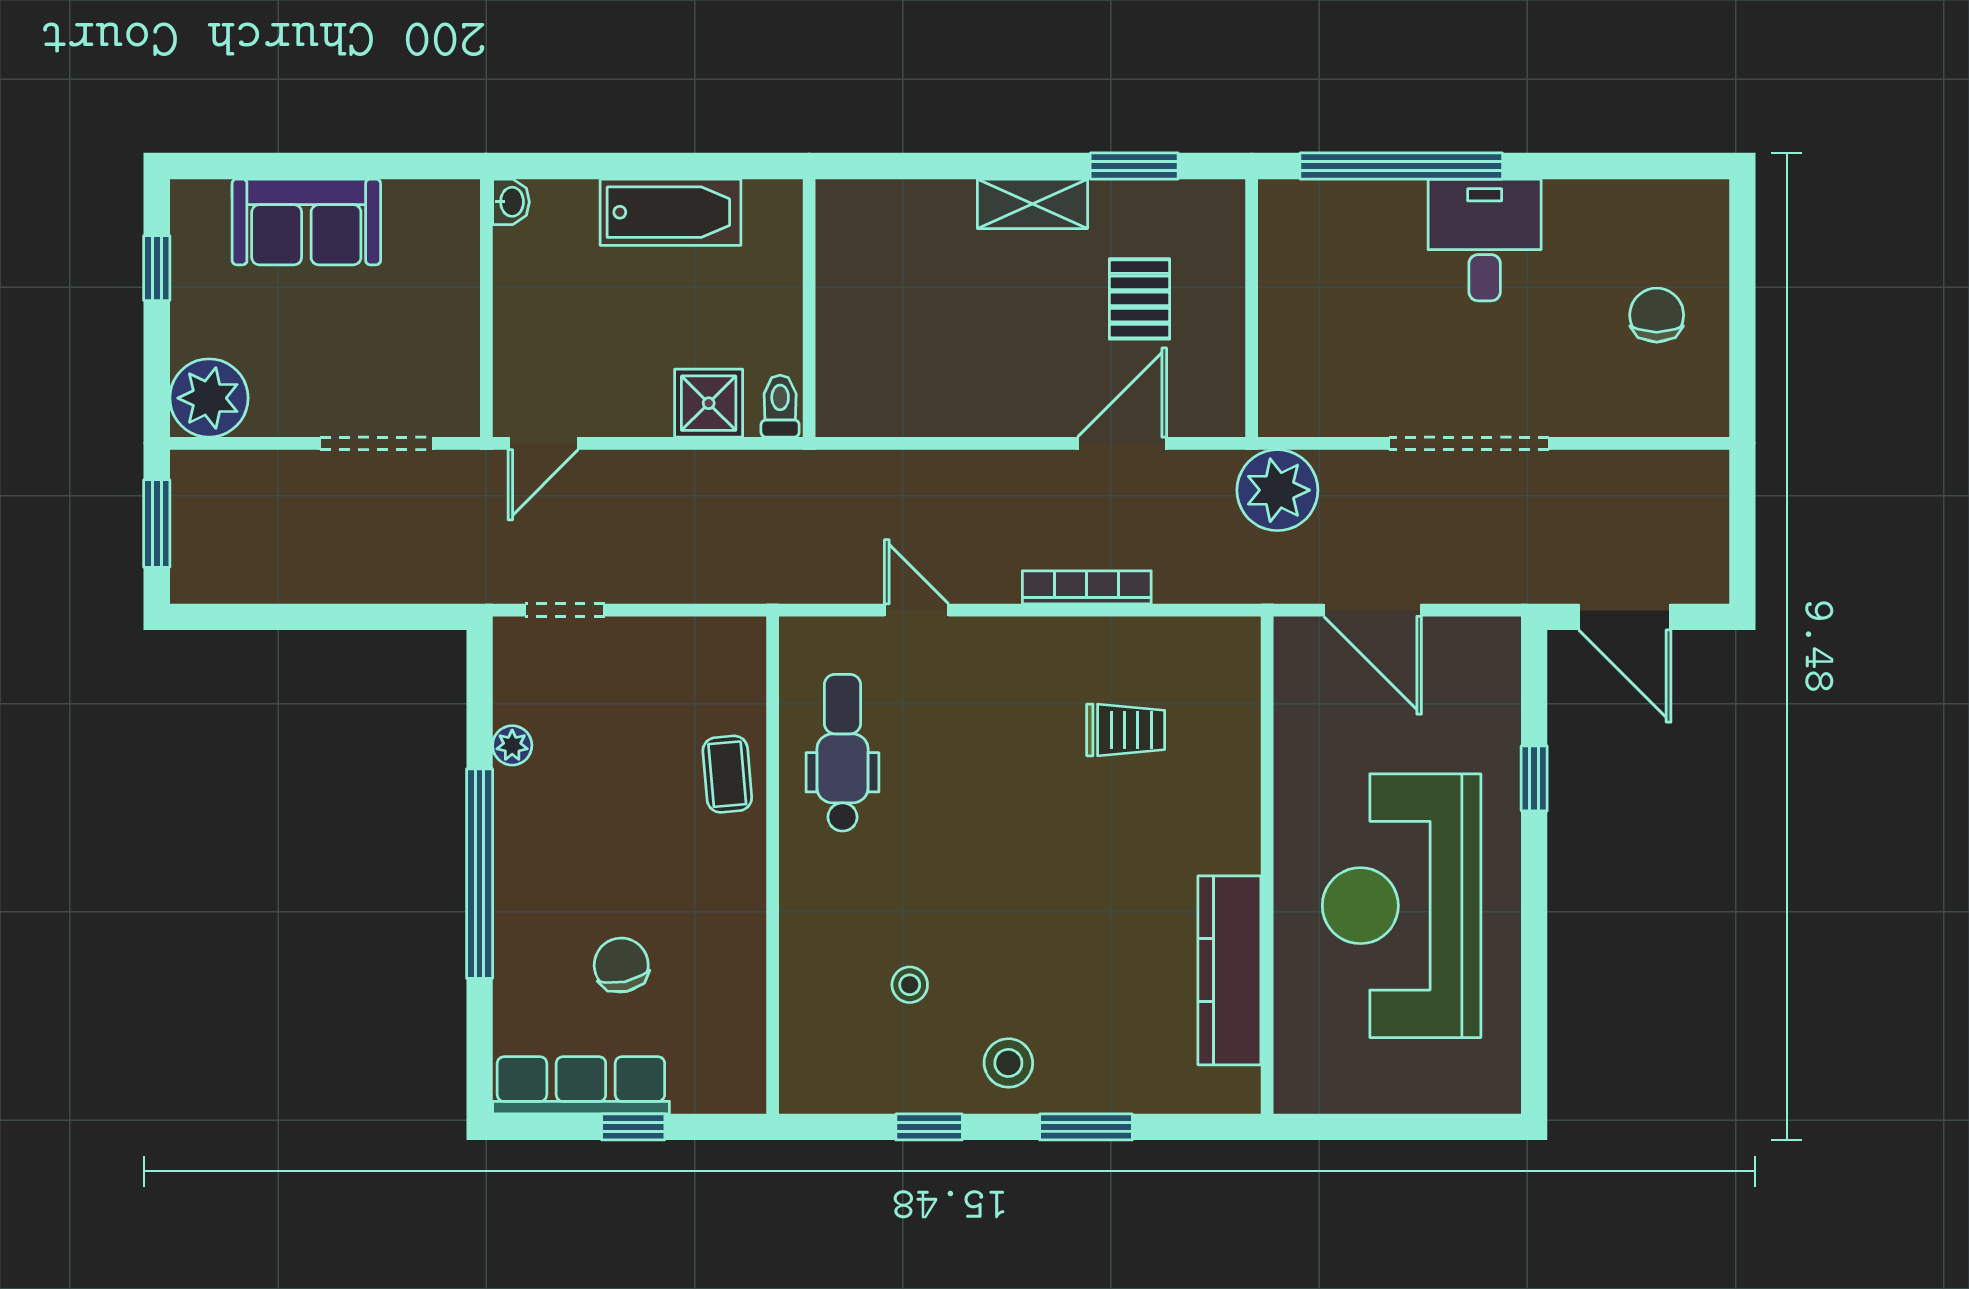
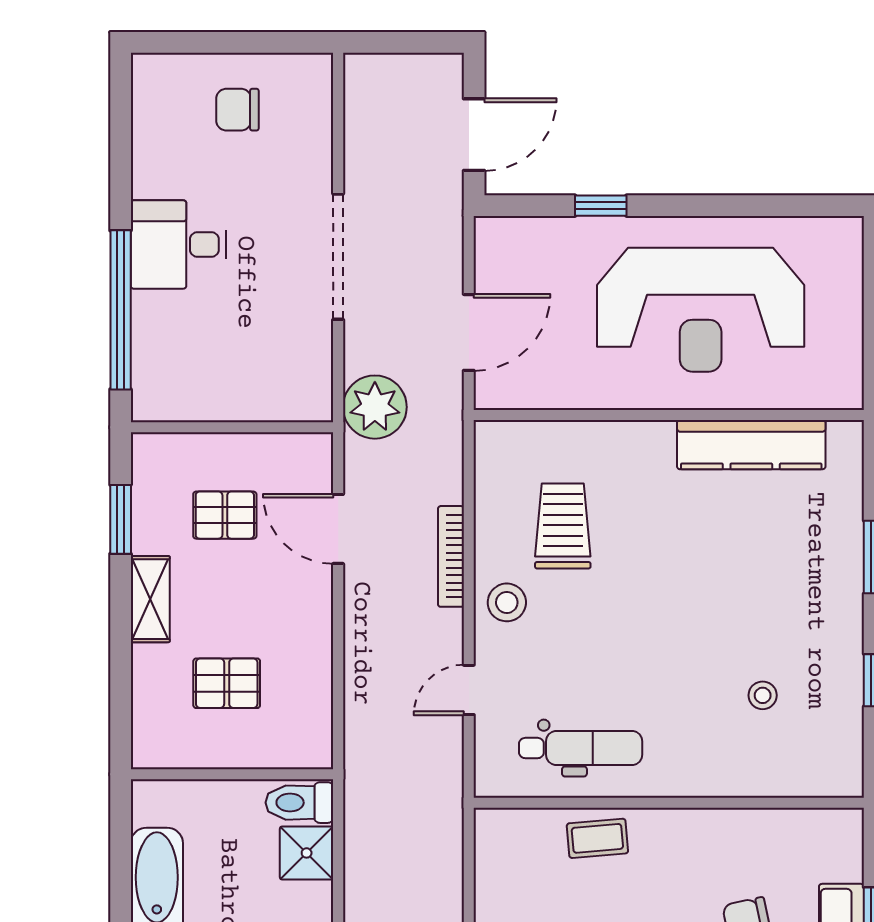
pallet: (925, 301) -> (227, 683), added
toilet: (780, 406) -> (299, 803), width x1.37, depth x1.39
trolley: (1126, 730) -> (563, 526), width x1.36, depth x1.39
dental chair: (842, 753) -> (581, 748), turned 180
stool: (1008, 1063) -> (507, 602), moved

